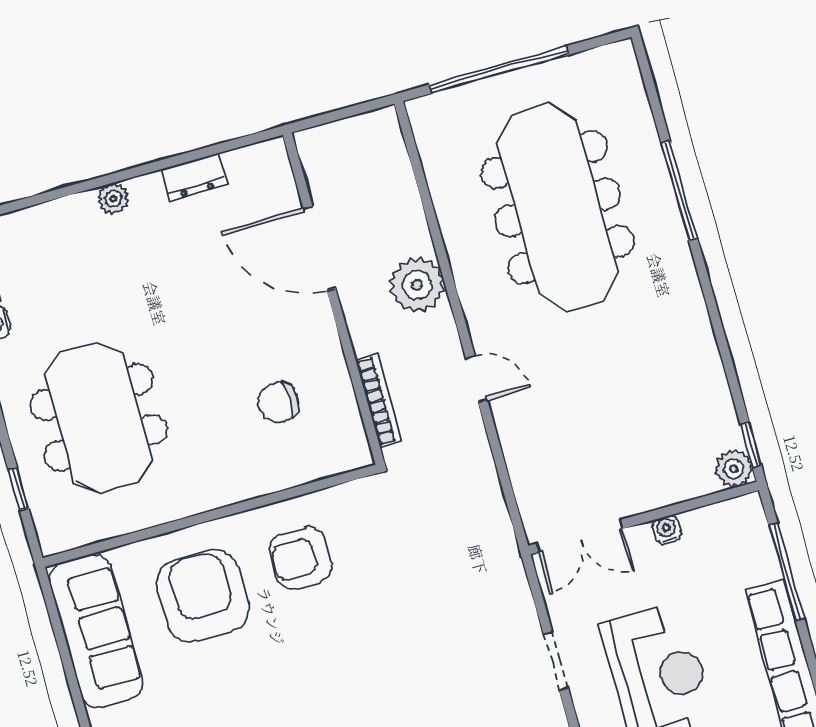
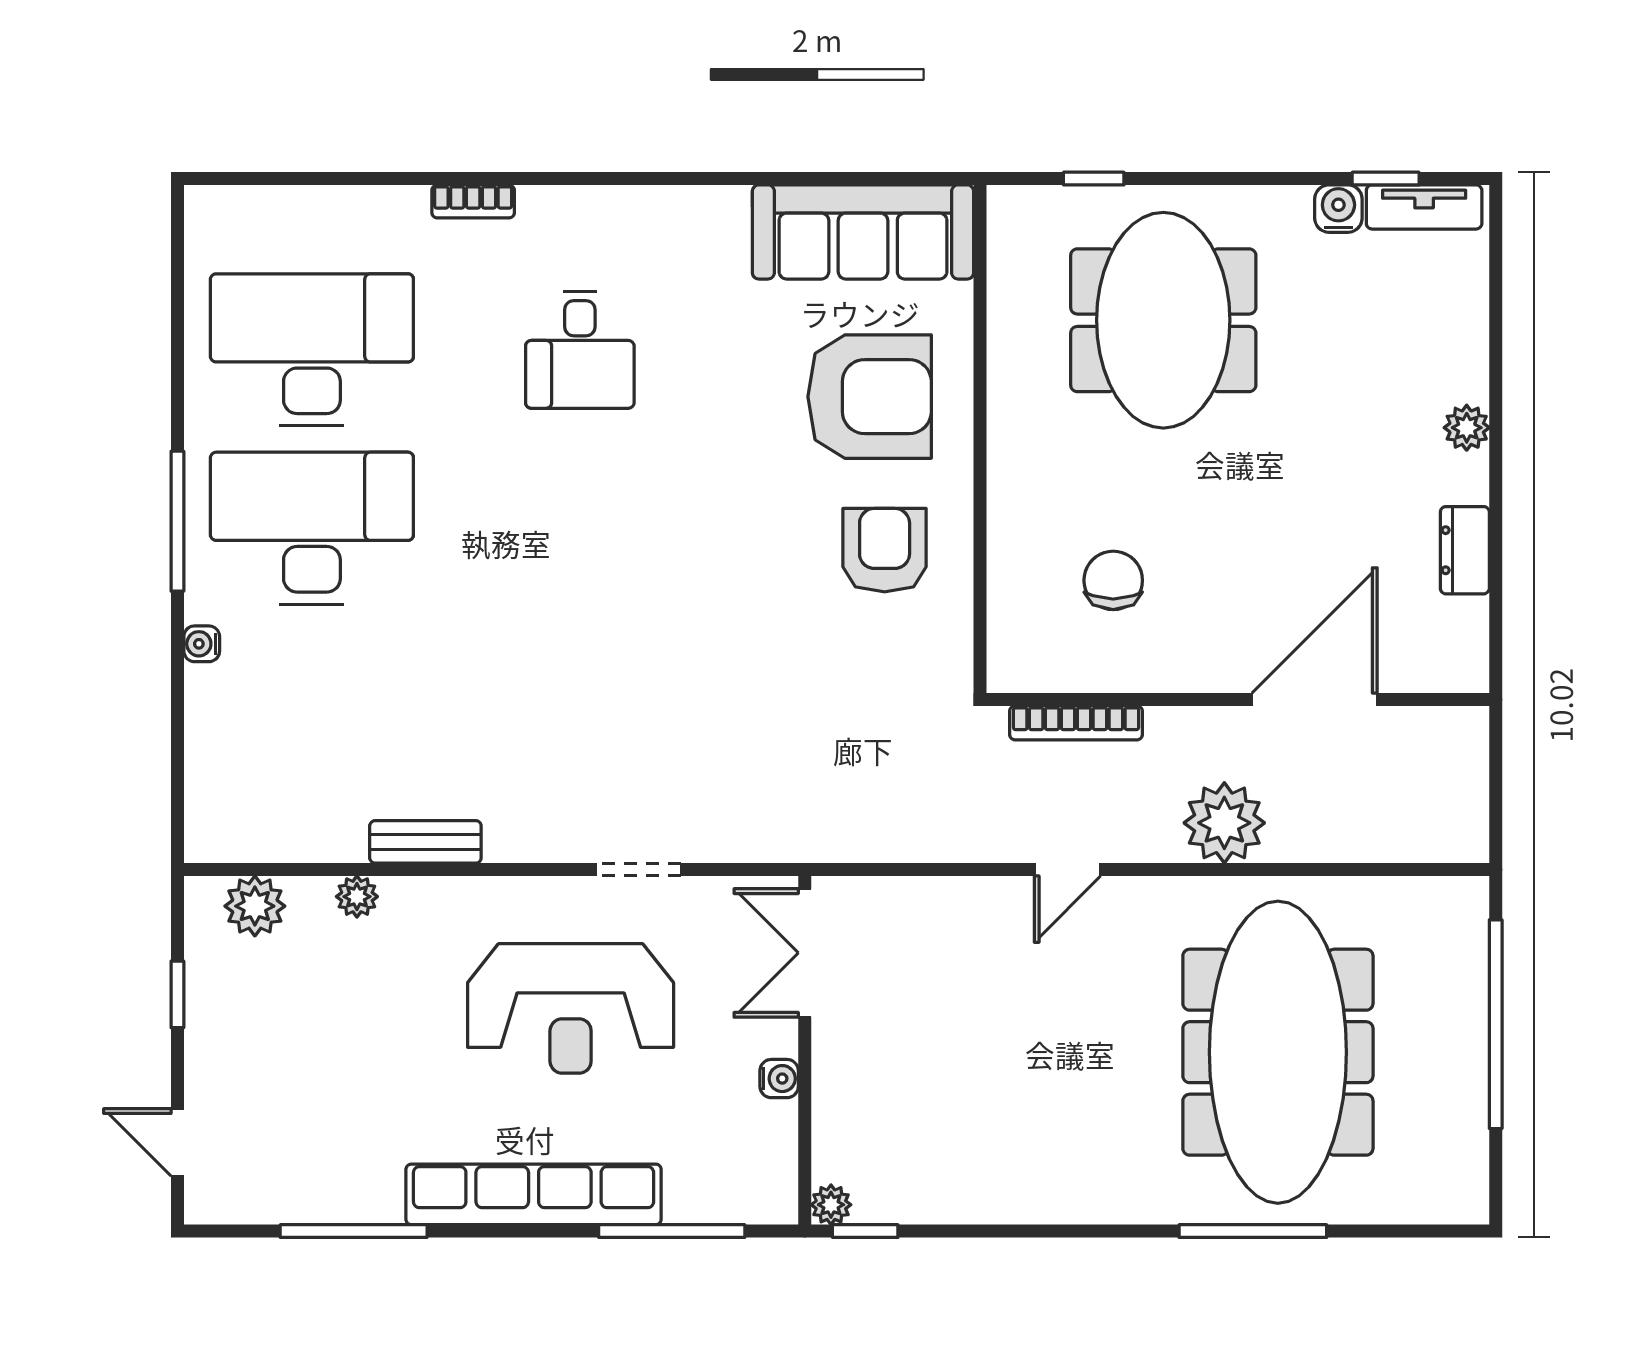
meeting table: (558, 207) -> (1278, 1052), turned 90
meeting table: (99, 417) -> (1163, 320), turned 90
plant: (734, 469) -> (831, 1205), width x0.73, depth x0.73

